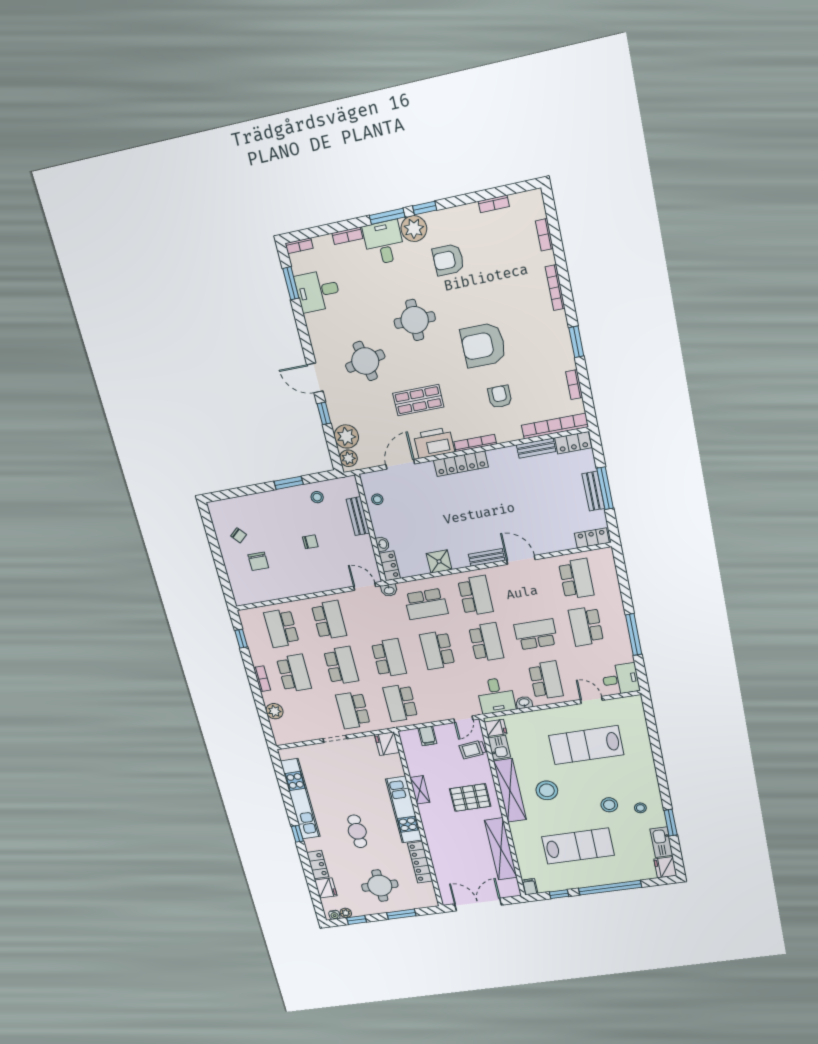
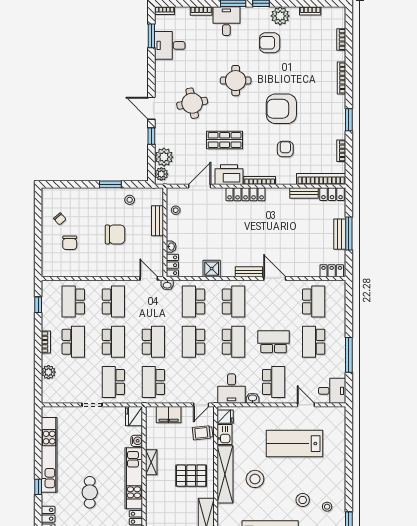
plant: (414, 229) -> (280, 16), moved
chair: (310, 542) -> (115, 234), width x1.87, depth x1.87
school desk: (426, 604) -> (193, 301), turned 90
filing cabinet: (427, 736) -> (169, 415), width x2.00
water cooler: (397, 770) -> (137, 441), added

